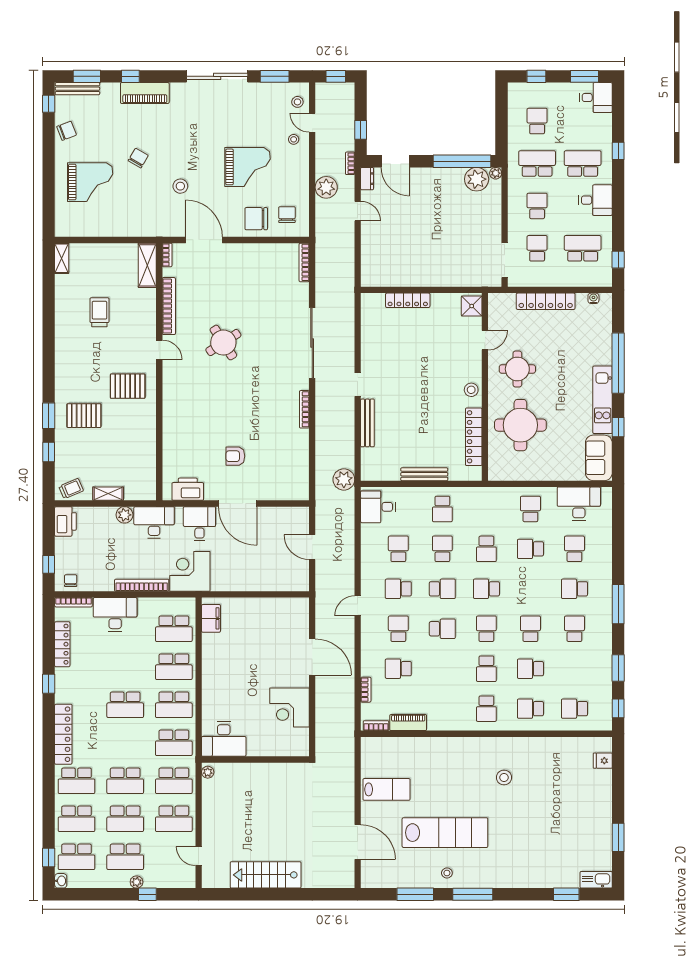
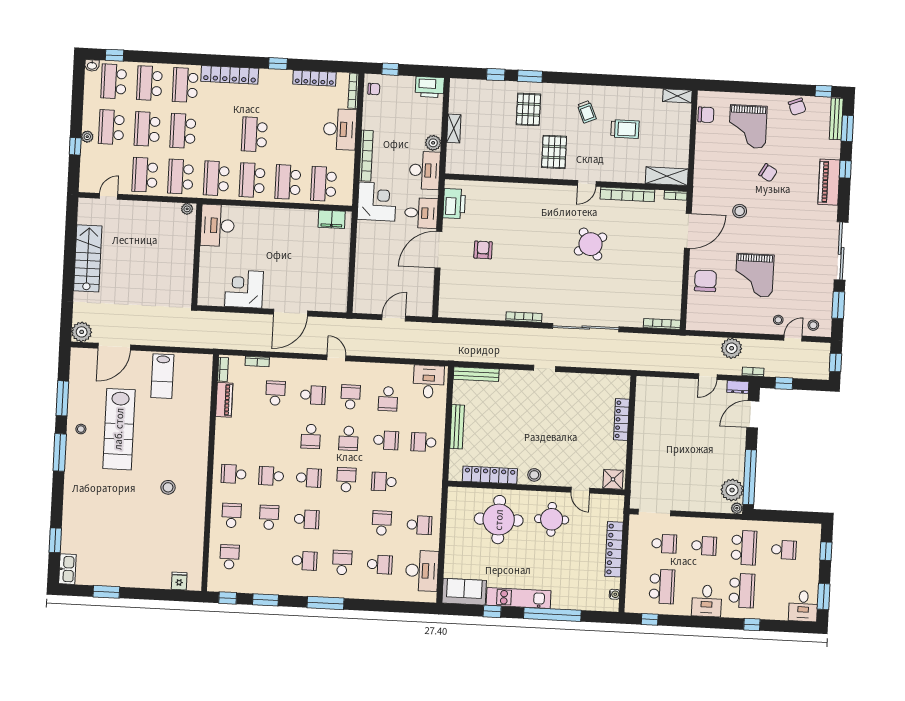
chair: (287, 215) -> (706, 115), moved
bench: (367, 423) -> (476, 374), moved
plant: (344, 480) -> (82, 332), moved
trolley: (71, 489) -> (587, 112), moved
school desk: (398, 549) -> (388, 399), turned 90

